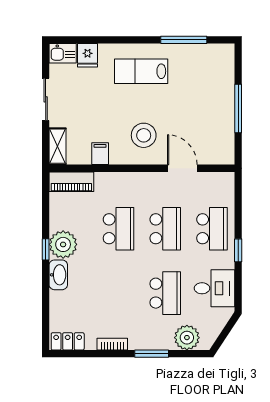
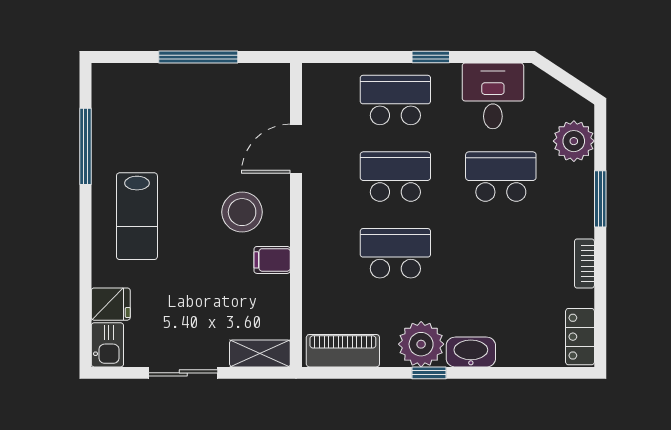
filing cabinet: (100, 154) -> (272, 260), moved
piano: (71, 182) -> (343, 351), moved, turned -90

